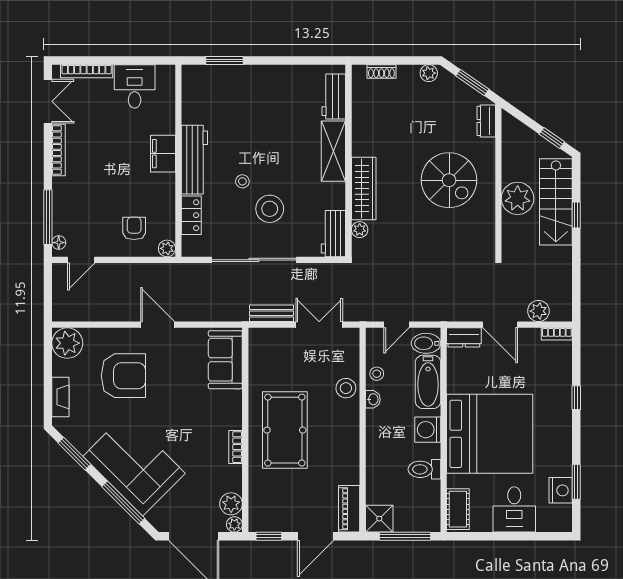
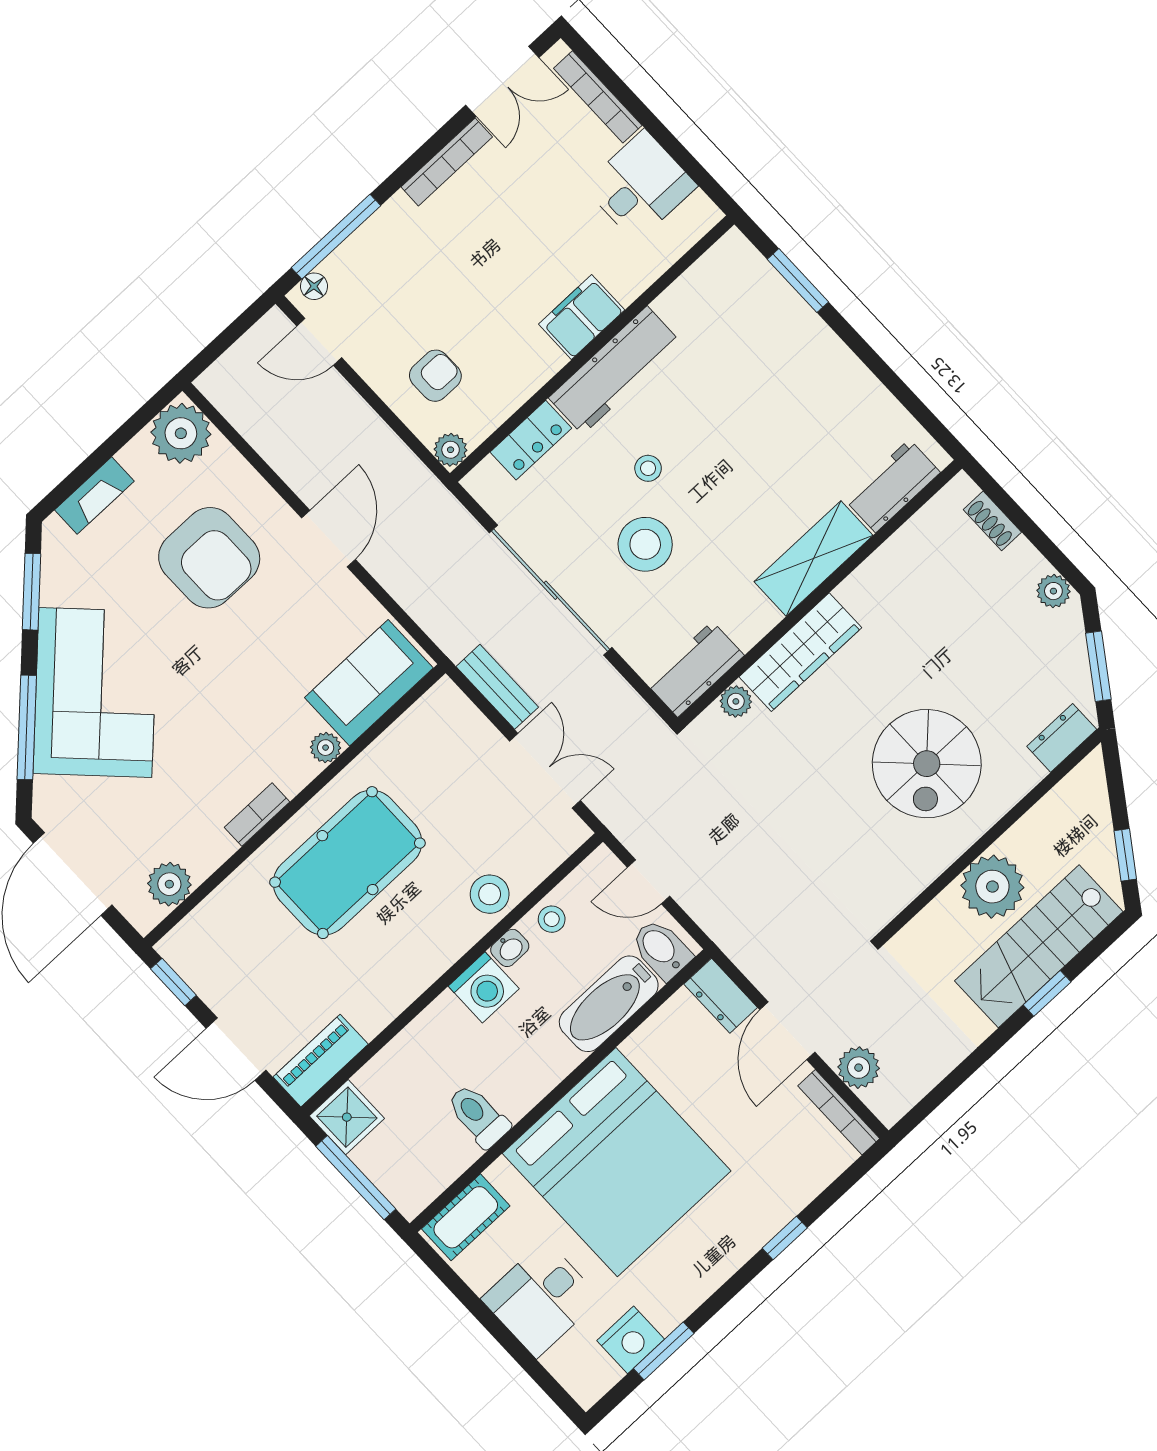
bookcase: (557, 334) -> (839, 1112), width x1.56
washing machine: (428, 430) -> (484, 987), moved, turned 180
plant: (234, 524) -> (326, 748), moved

